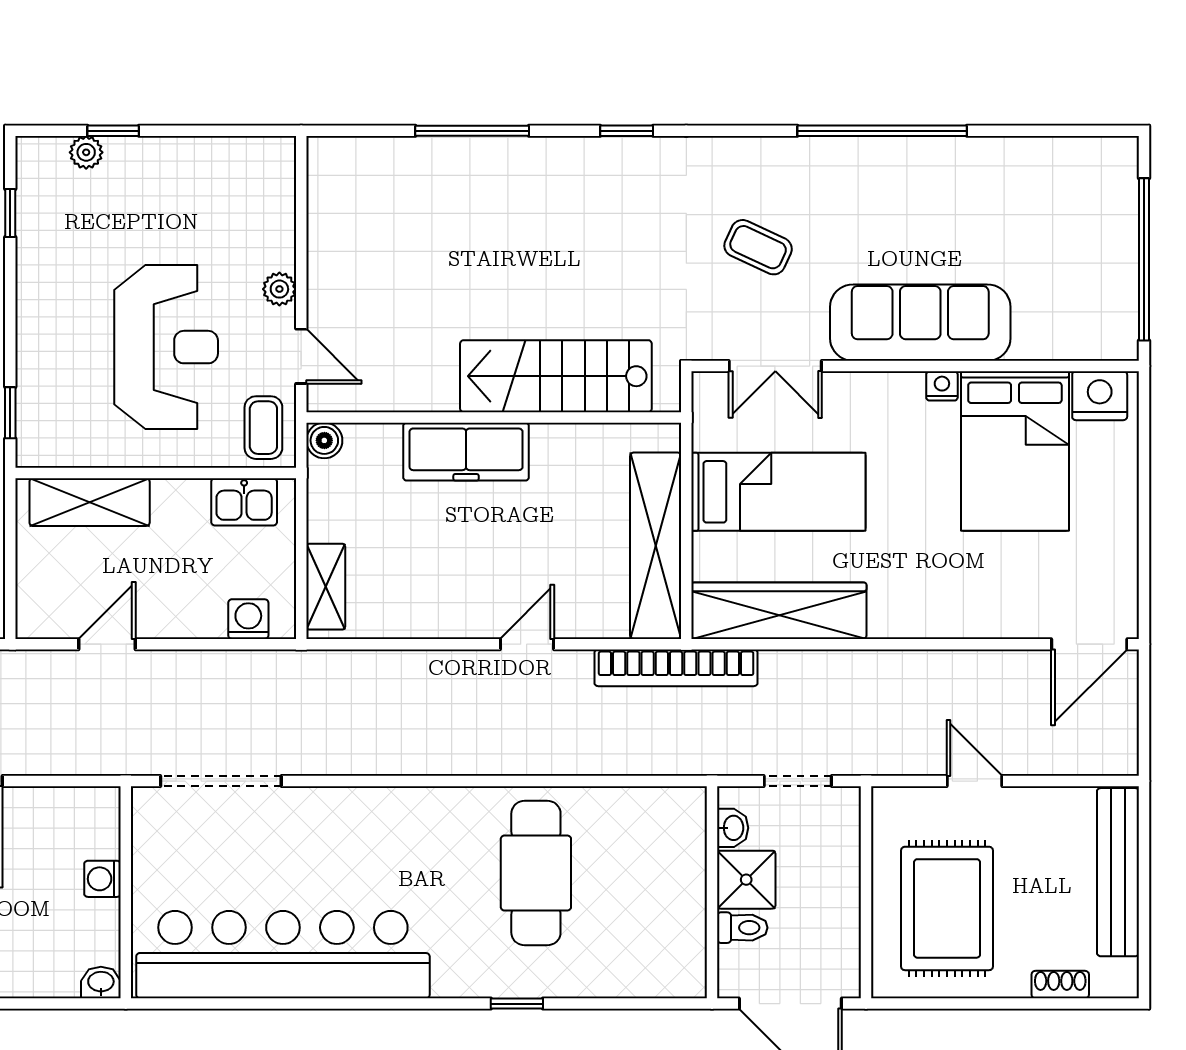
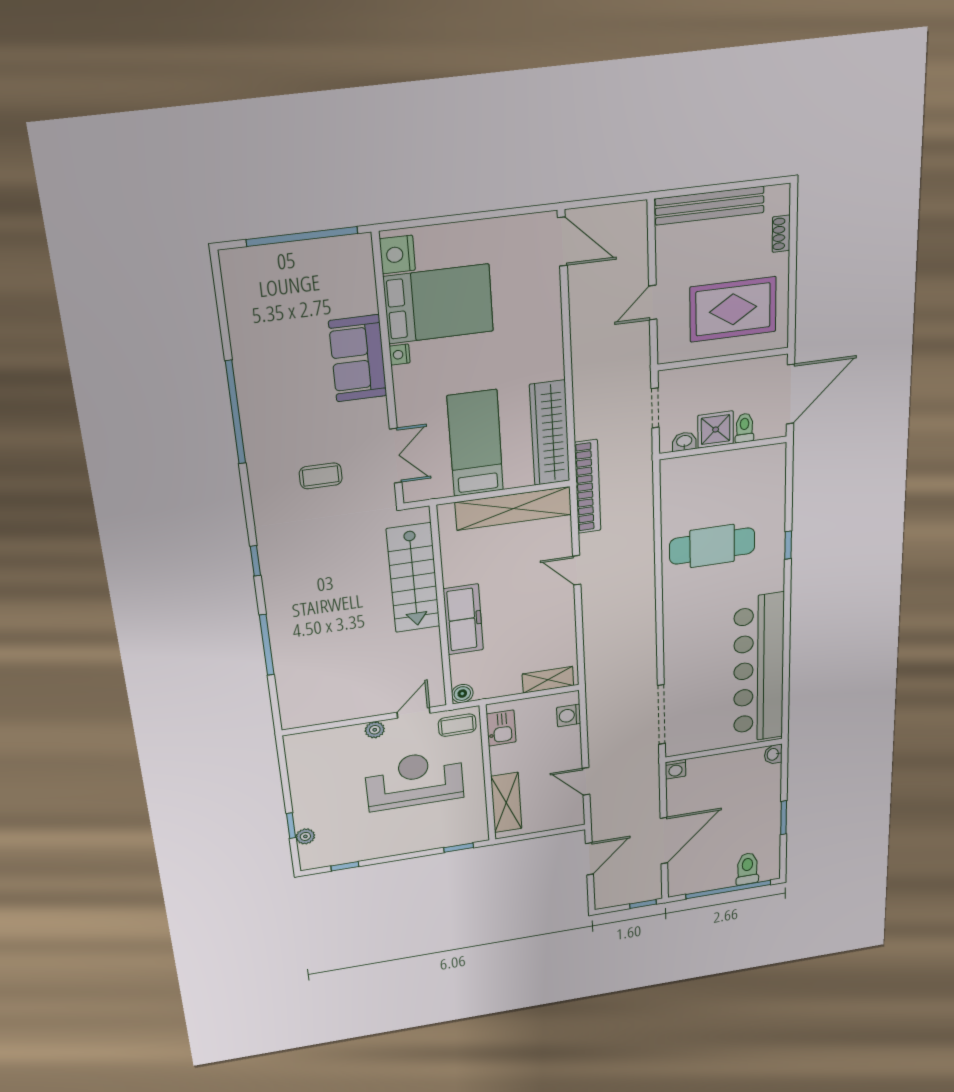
coffee table: (758, 247) -> (321, 476), turned 65
sofa: (920, 323) -> (358, 358), width x0.73
washing machine: (102, 879) -> (675, 769), moved

